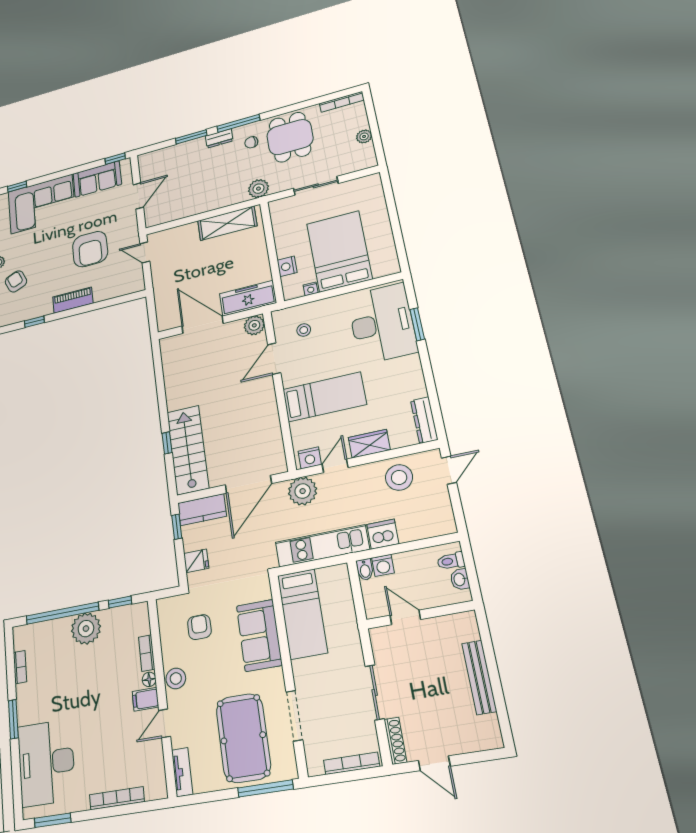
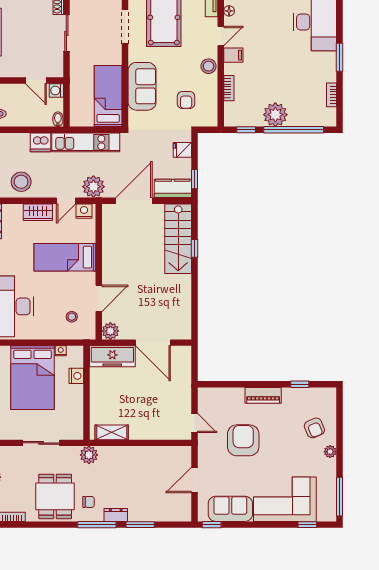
shelving: (227, 223) -> (112, 432), width x0.67, depth x0.75
washing machine: (383, 565) -> (56, 91), moved, turned -90
floor lamp: (149, 679) -> (229, 11), moved

